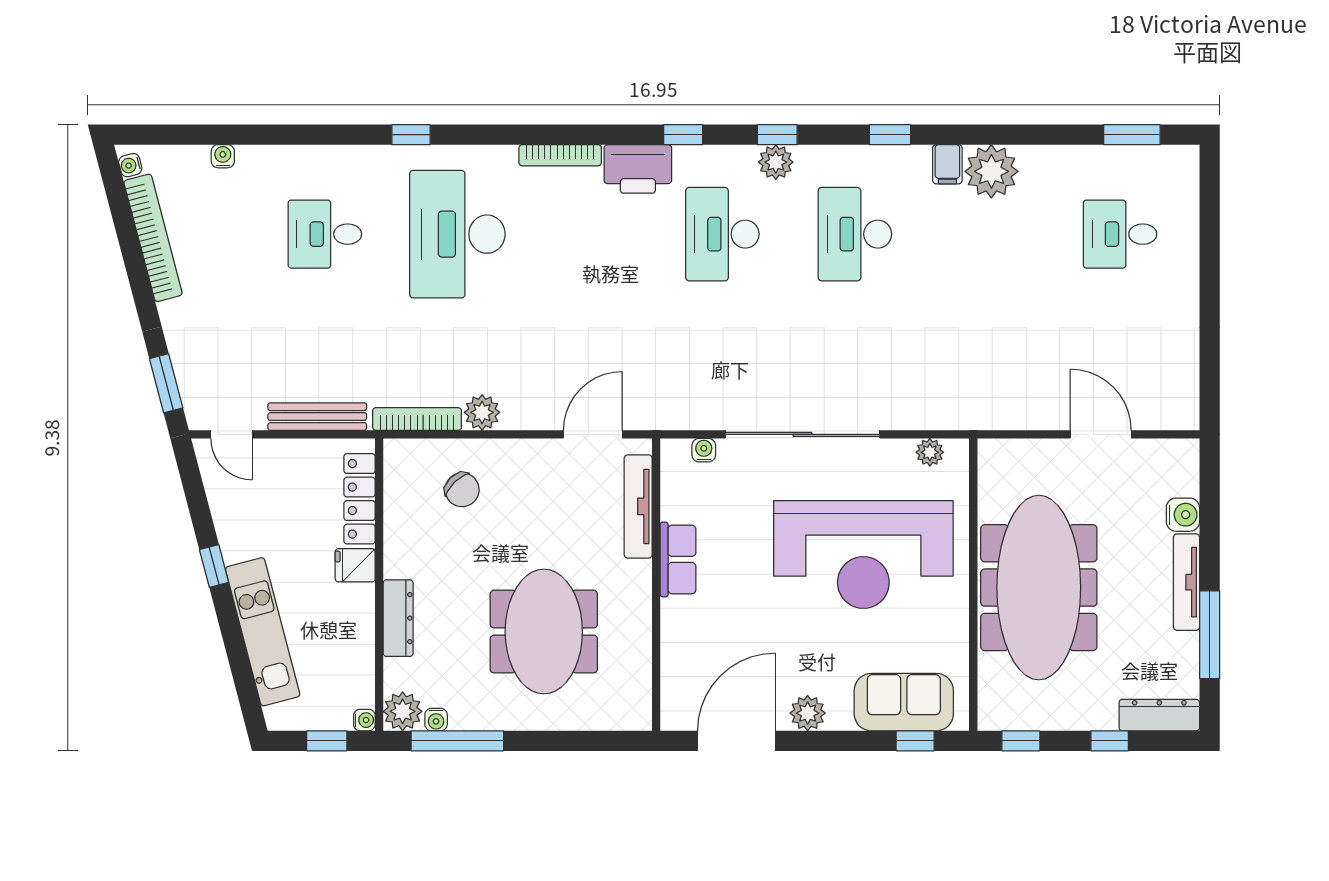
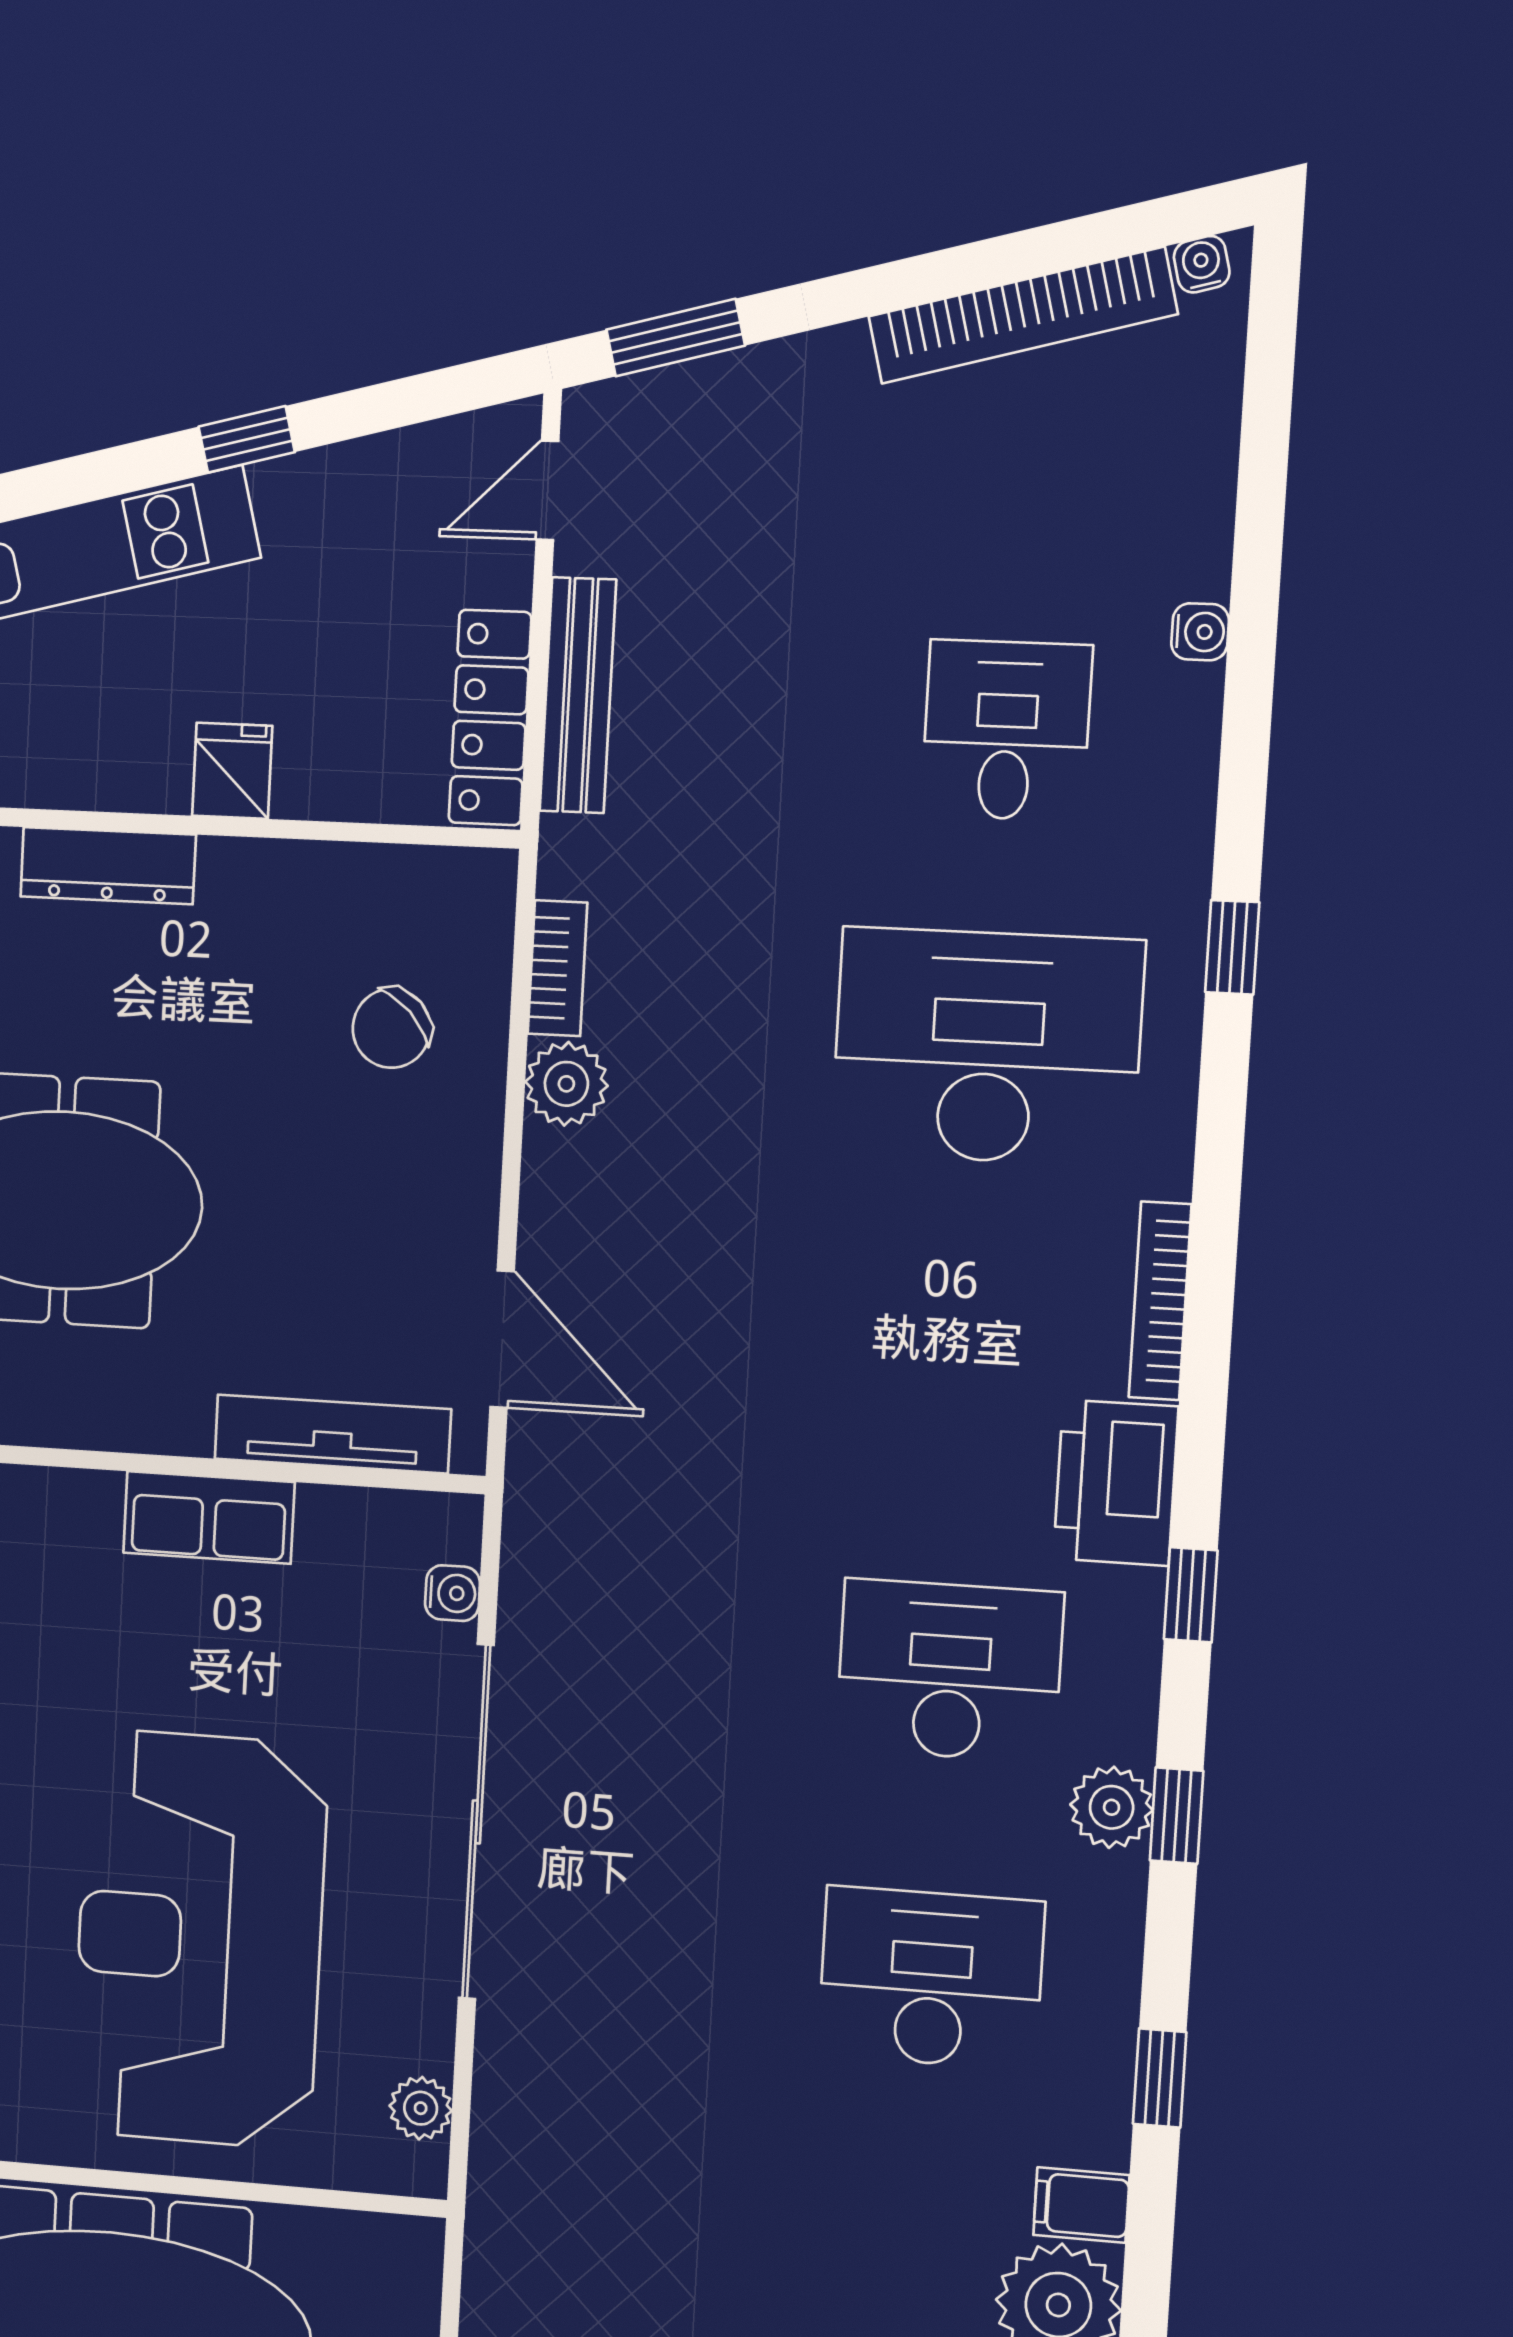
water cooler: (223, 156) -> (1200, 632), moved
bookcase: (417, 419) -> (558, 968), width x0.64
locker: (360, 499) -> (490, 718), moved, turned -90

